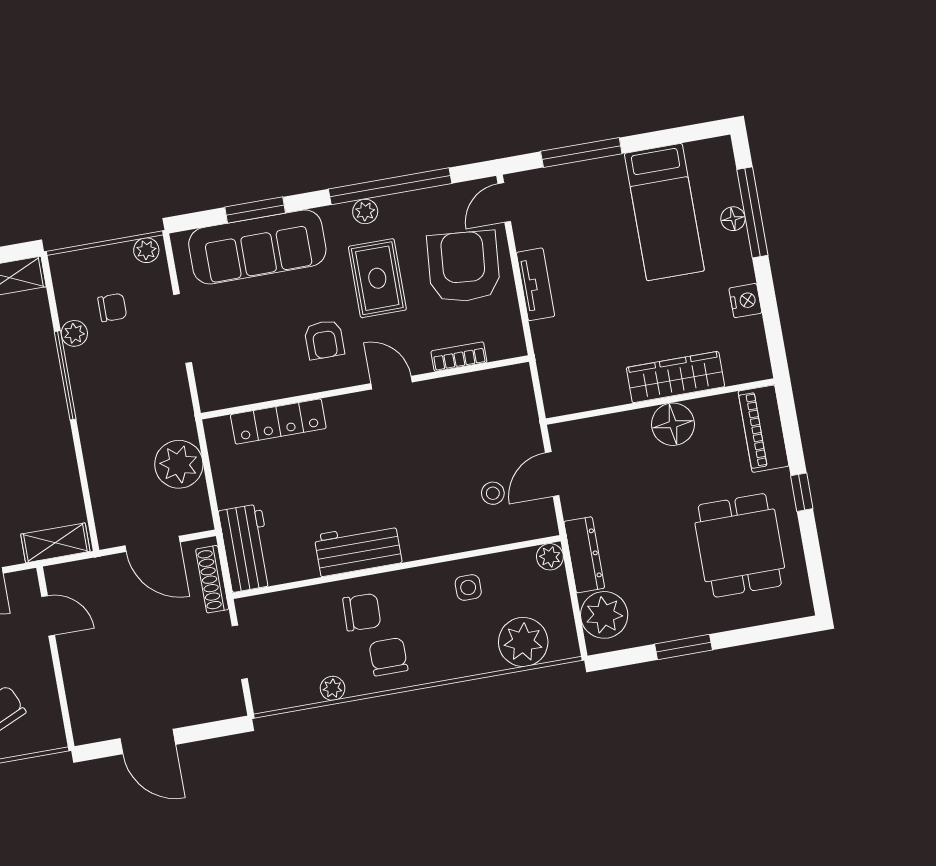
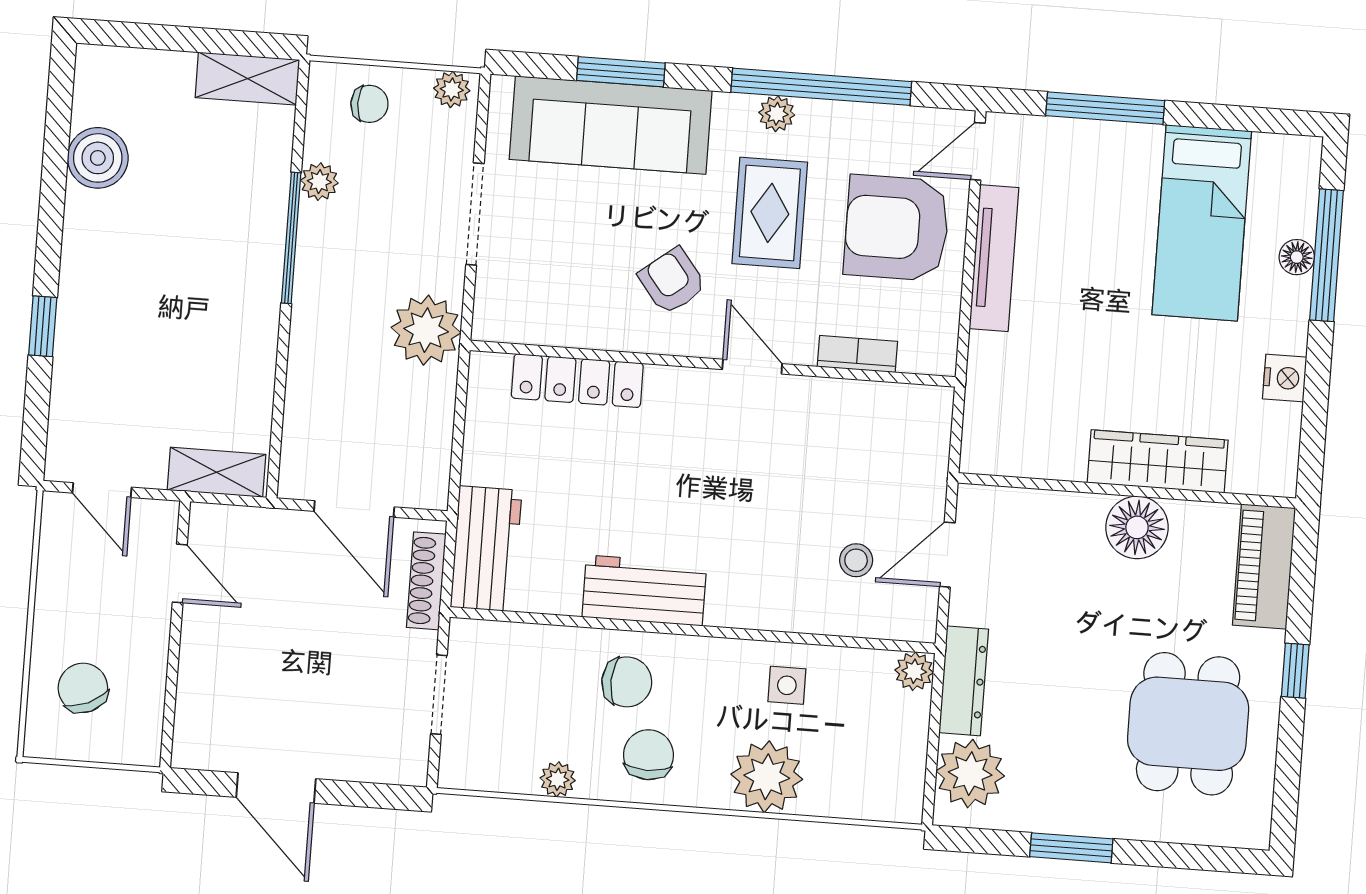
armchair: (464, 267) -> (897, 228), turned -95
tv unit: (536, 284) -> (994, 258), width x1.41
chair: (112, 308) -> (369, 104), moved
armchair: (324, 340) -> (672, 281), turned 142
plant: (179, 464) -> (426, 330), moved
plant: (523, 642) -> (767, 777), moved

